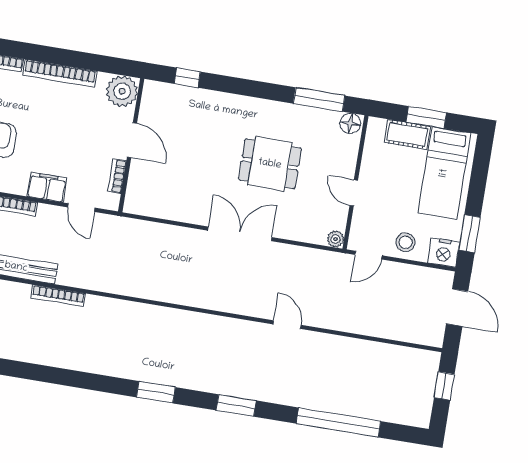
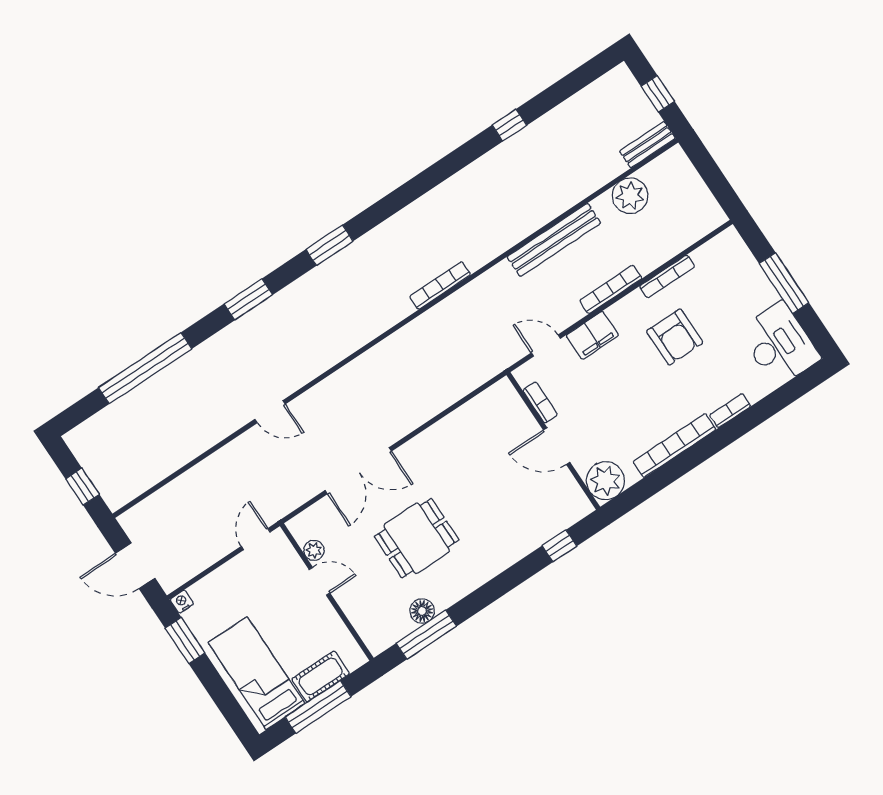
window: (426, 117) -> (318, 707), width x1.44
floor lamp: (350, 123) -> (422, 611), moved
double door: (240, 234) -> (358, 471), moved
plant: (335, 239) -> (314, 550), moved
stool: (405, 242) -> (234, 581), removed
nightstand: (444, 252) -> (182, 602), width x0.53, depth x0.56
bookcase: (58, 296) -> (440, 286), moved

